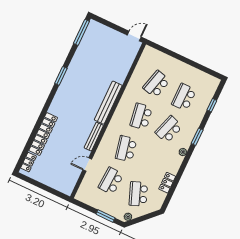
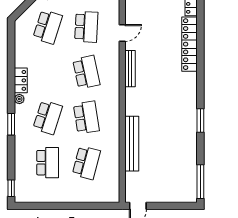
bench: (108, 103) -> (132, 144), moved
window: (212, 105) -> (11, 188), moved
locker: (167, 183) -> (21, 80), moved
school desk: (138, 194) -> (48, 27), turned 39

